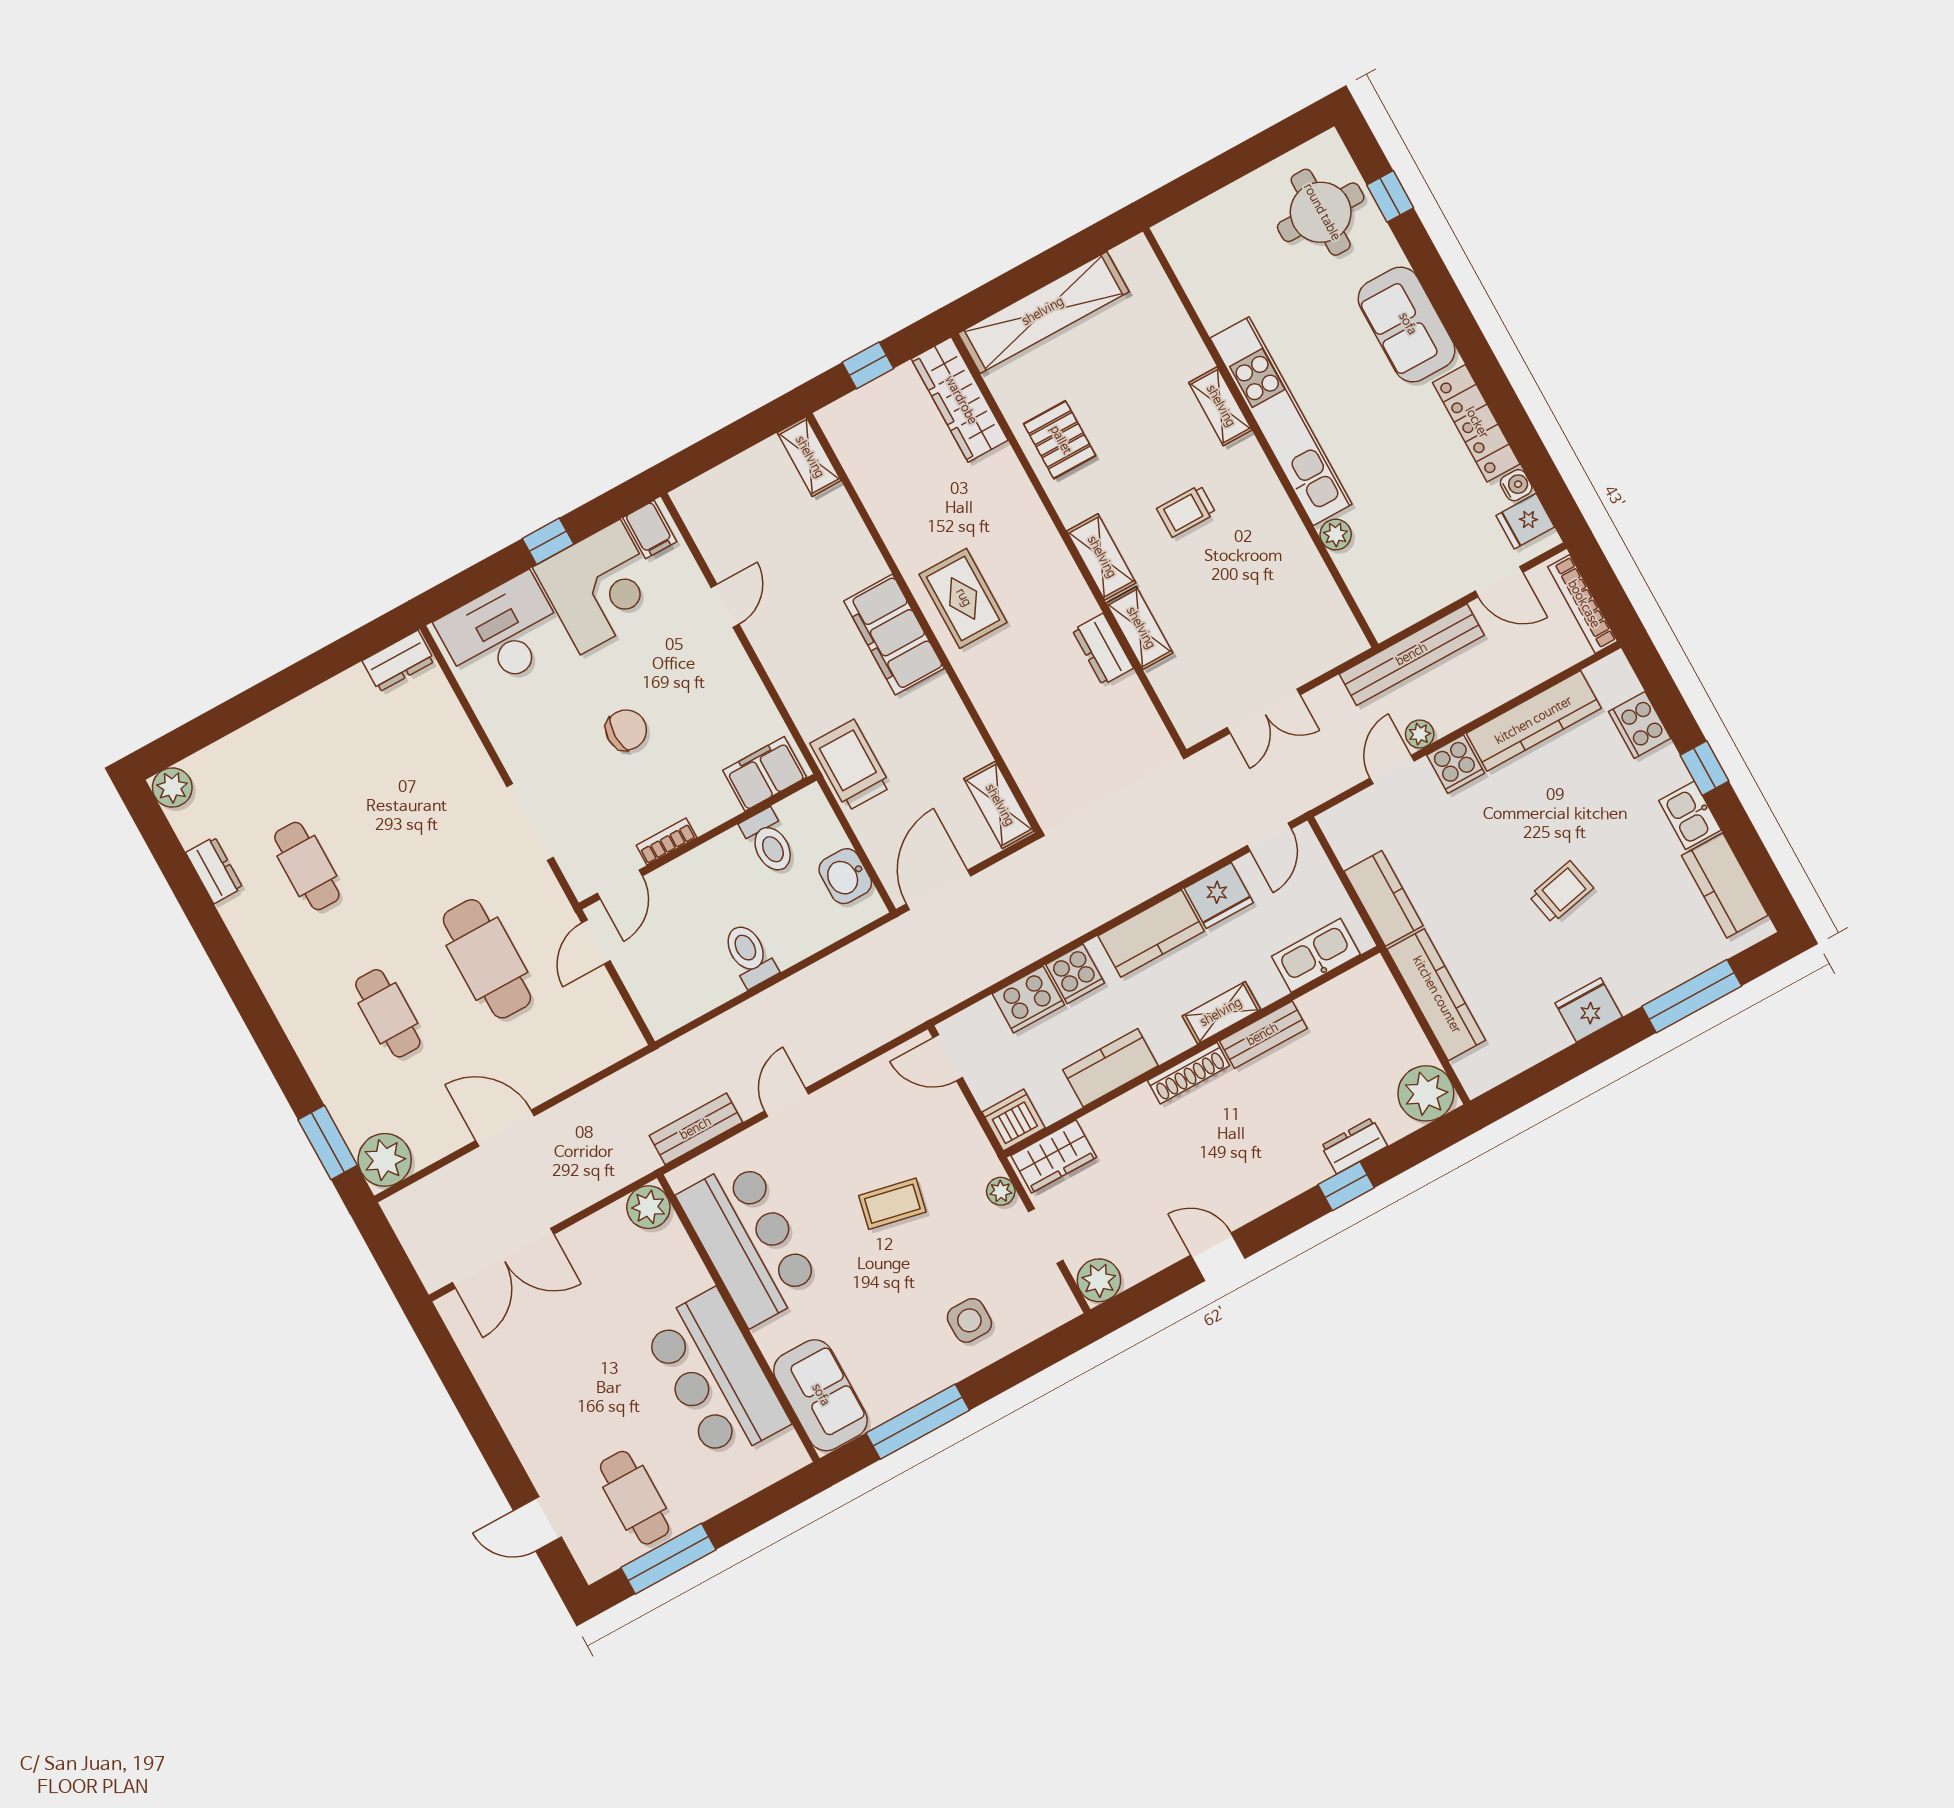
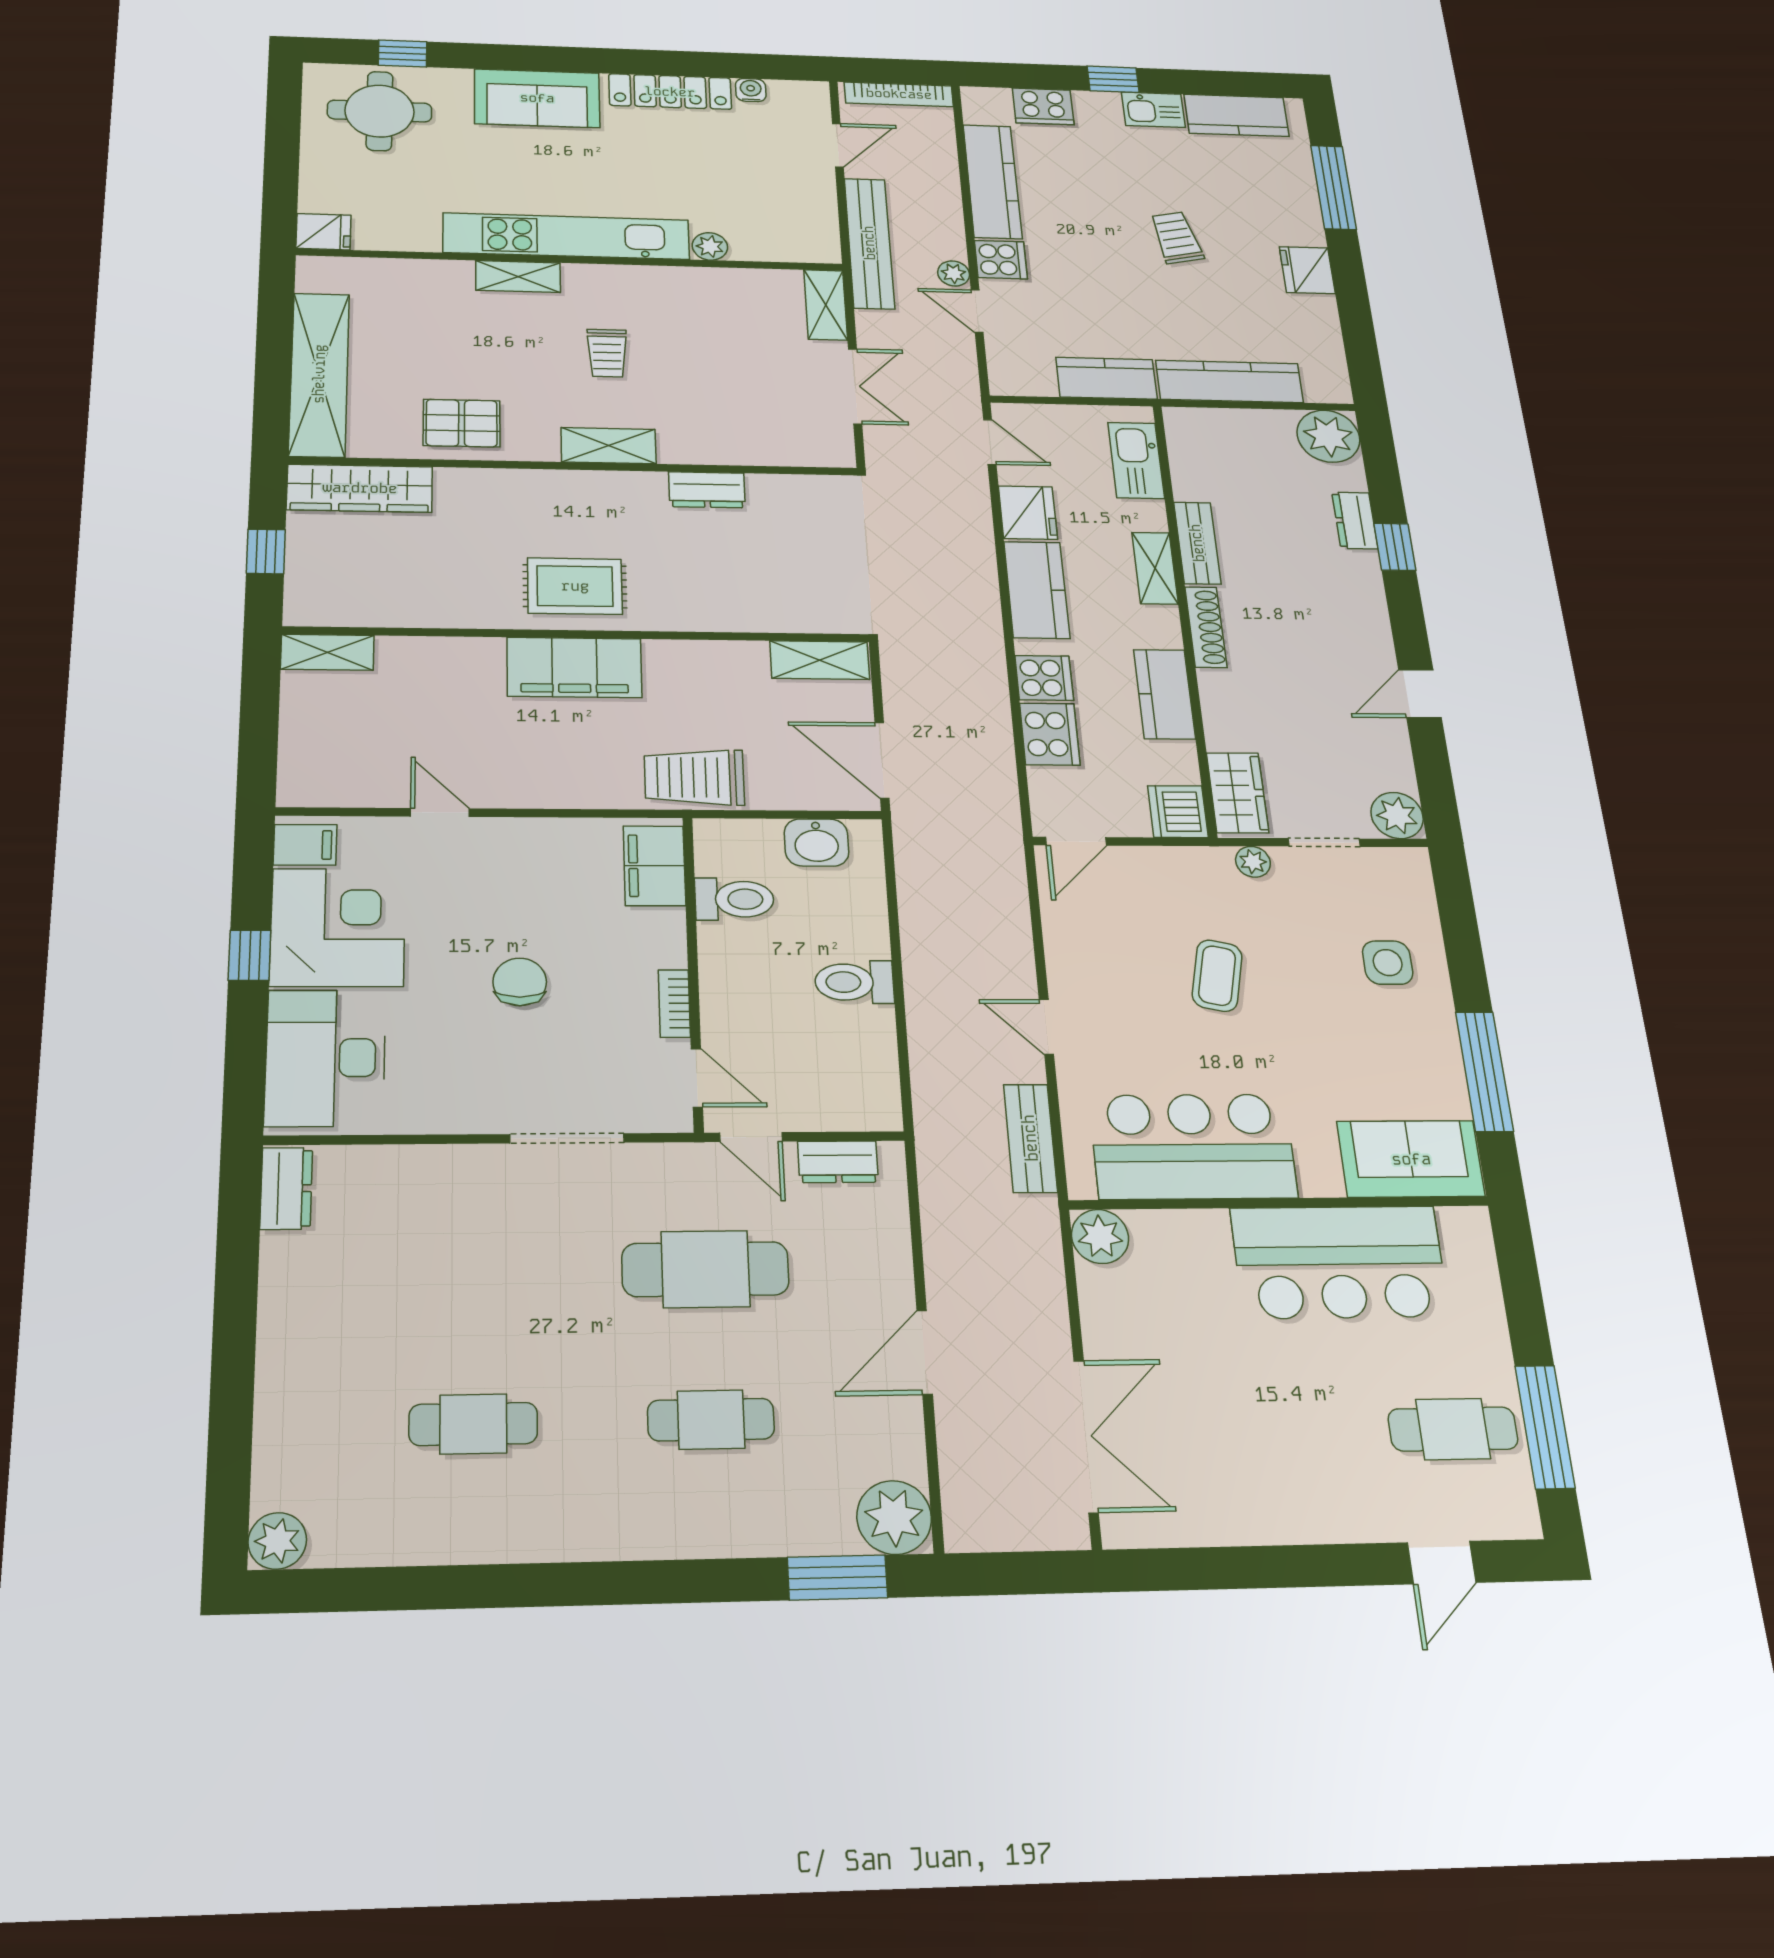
fridge: (1525, 521) -> (323, 232), moved, turned -90
shelving: (1140, 628) -> (826, 305), moved, turned 90
dresser: (214, 870) -> (838, 1162), moved, turned 180

